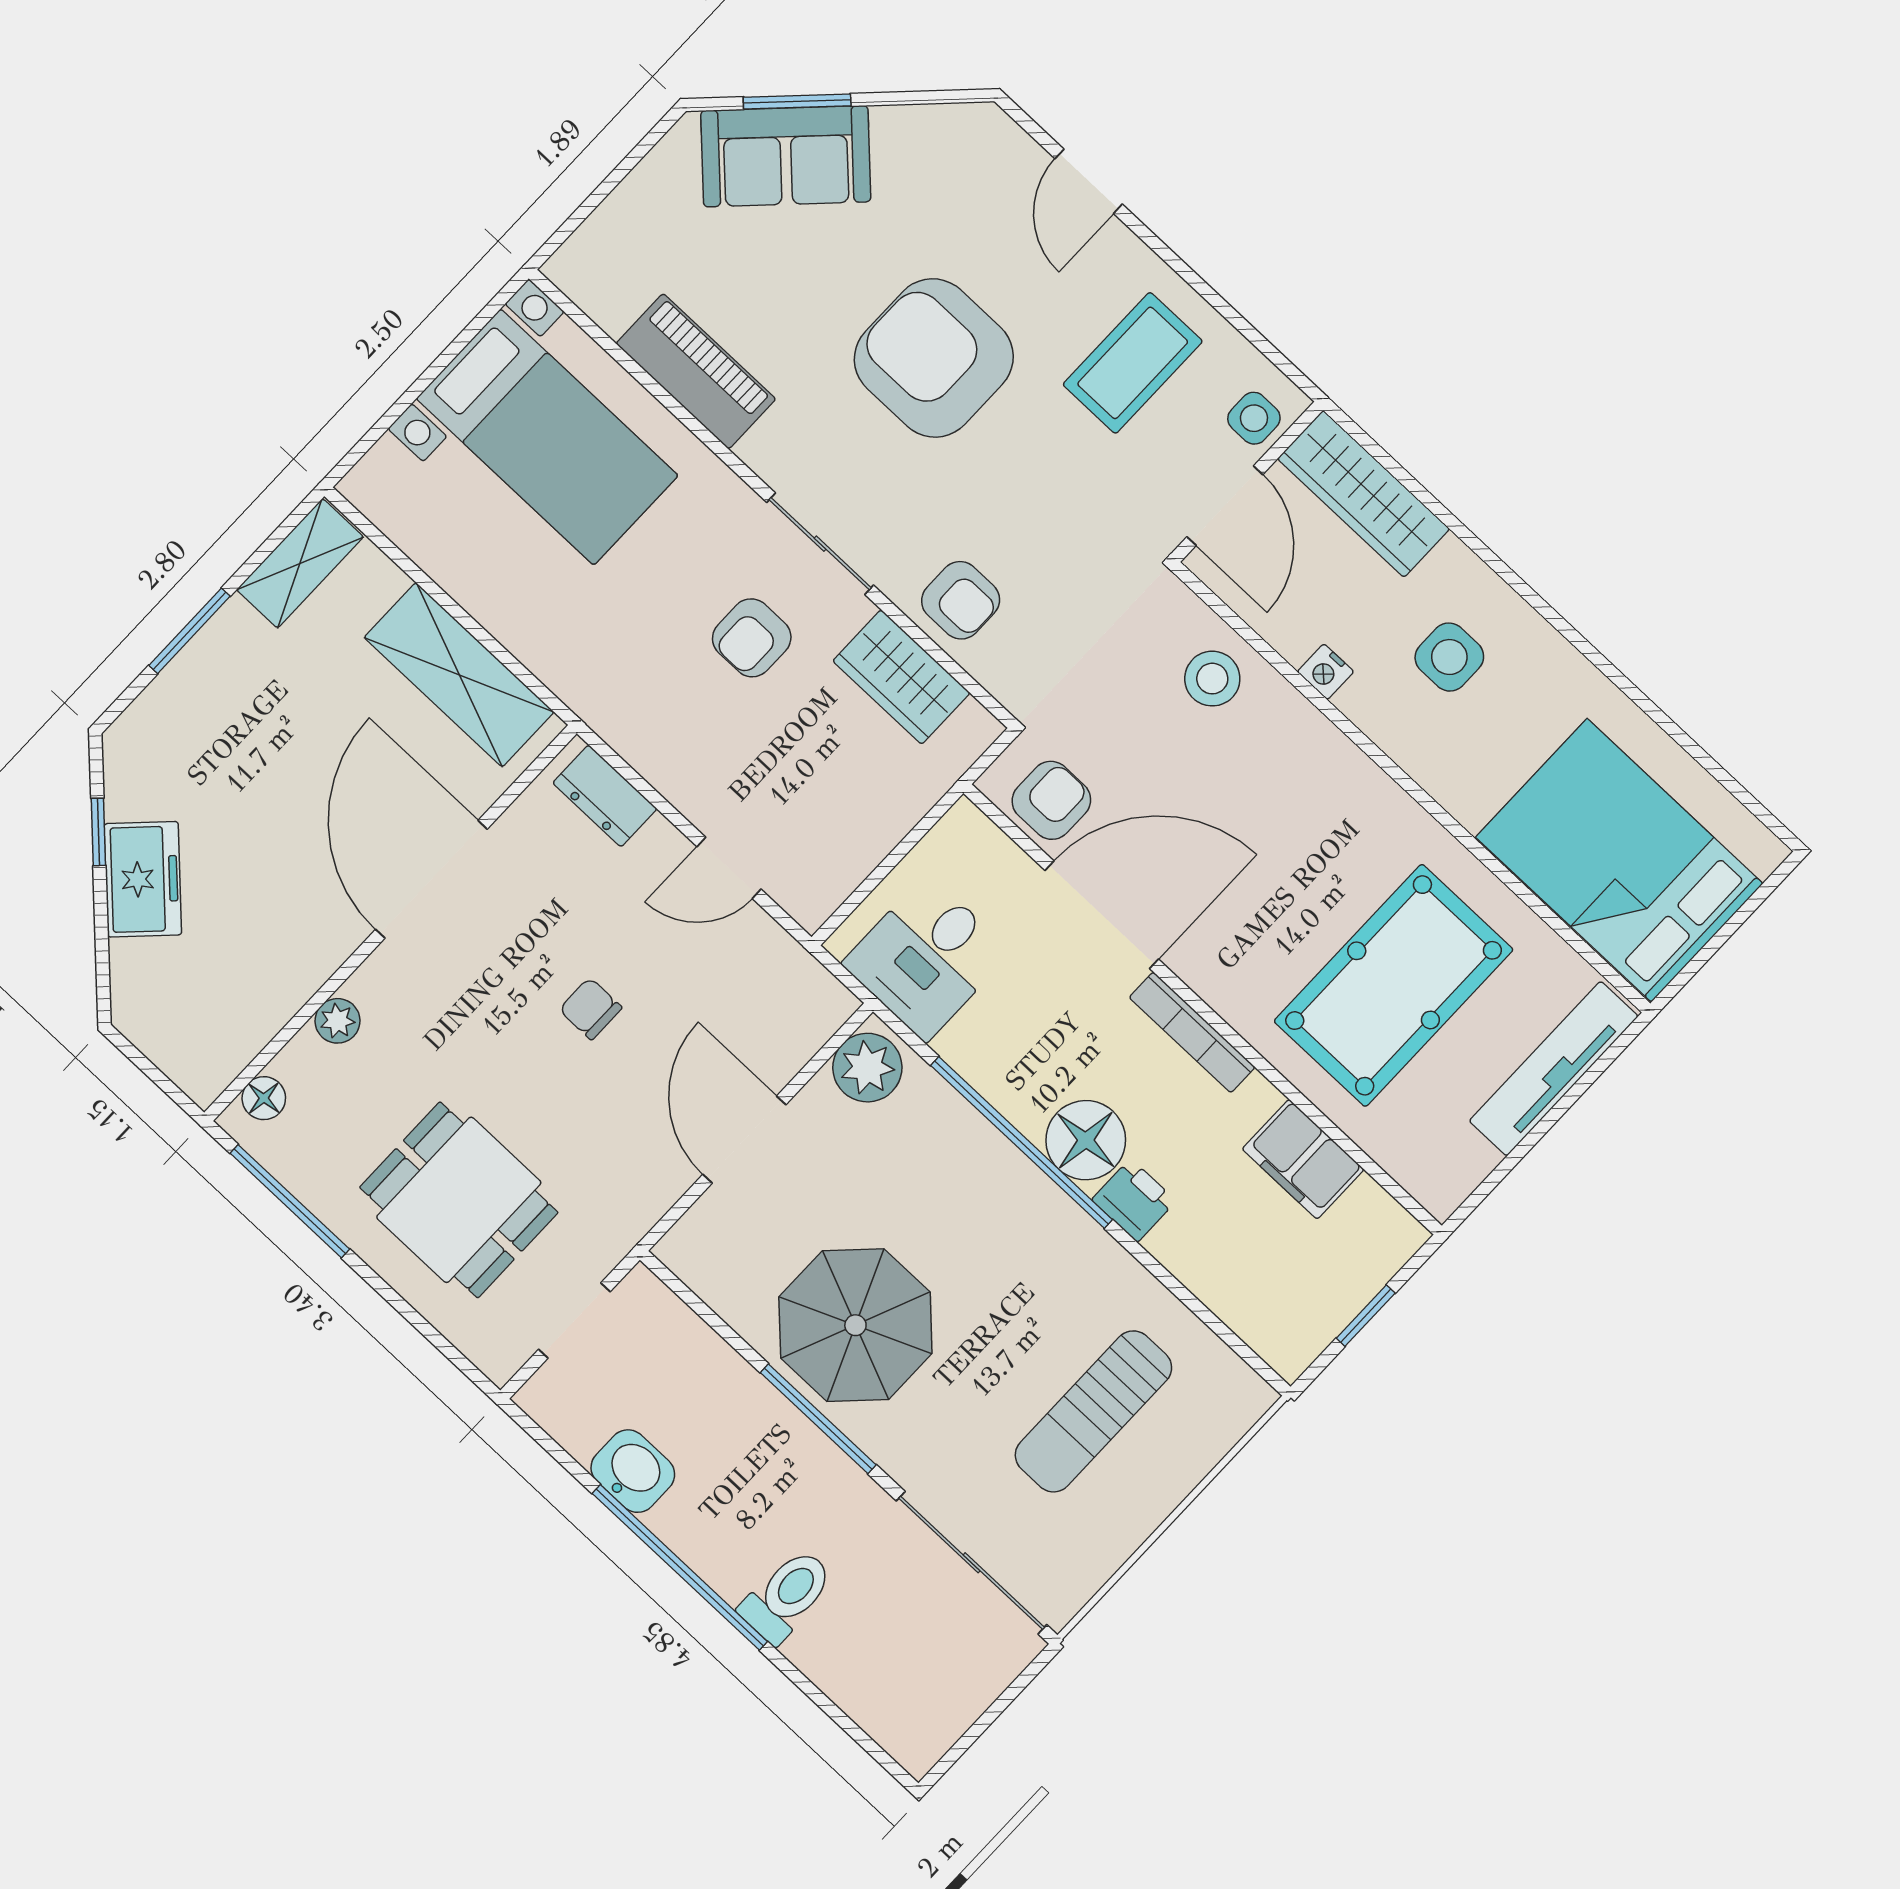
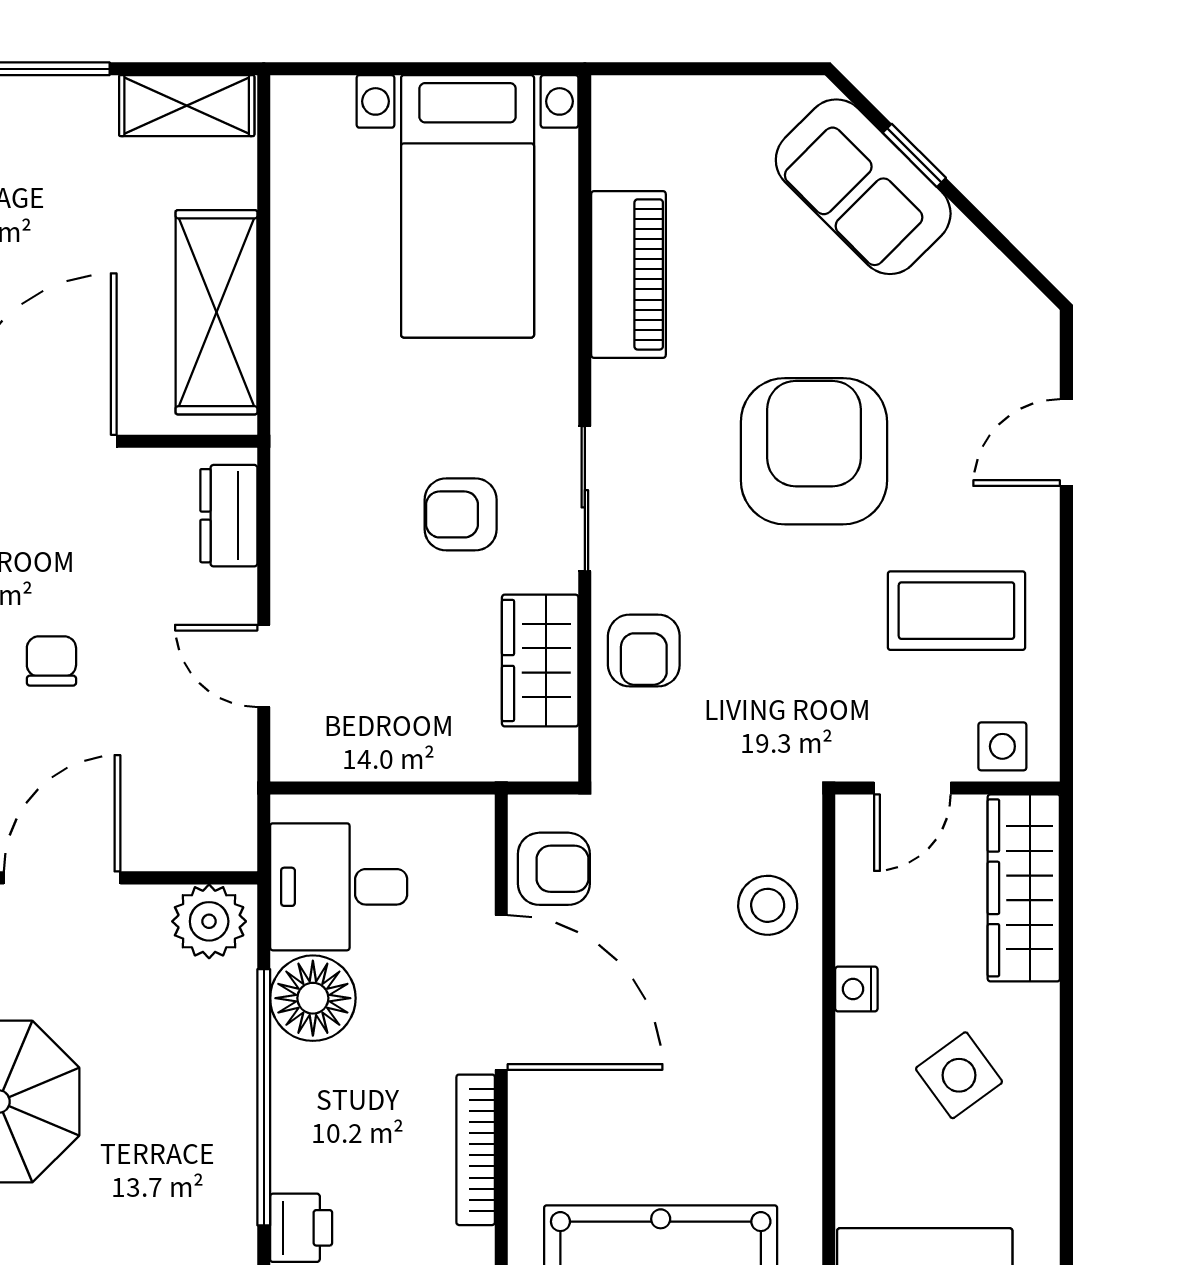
window: (797, 102) -> (914, 155), width x0.67
door: (1225, 506) -> (912, 788), width x0.73
side table: (1449, 657) -> (959, 1075), turned -36
floor lamp: (1086, 1140) -> (313, 998), moved

